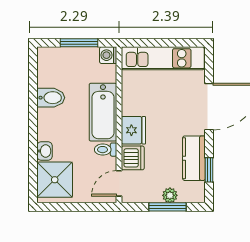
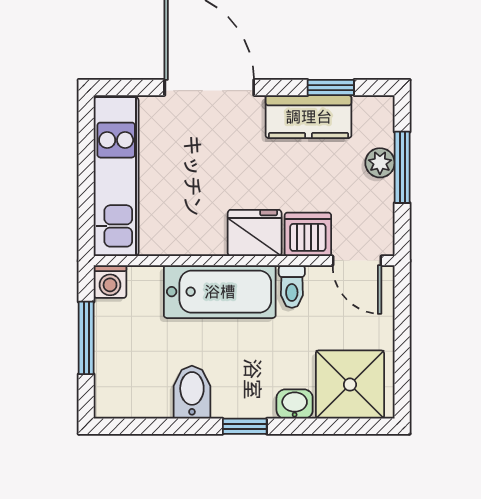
window: (33, 125) -> (245, 426), added

